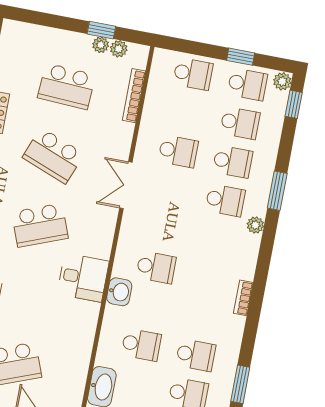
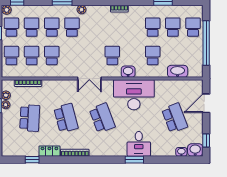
school desk: (186, 113) -> (32, 56), added
school desk: (53, 156) -> (66, 118), turned -36
double door: (126, 185) -> (89, 79), moved
desk: (83, 278) -> (134, 95), width x1.87, depth x1.30

